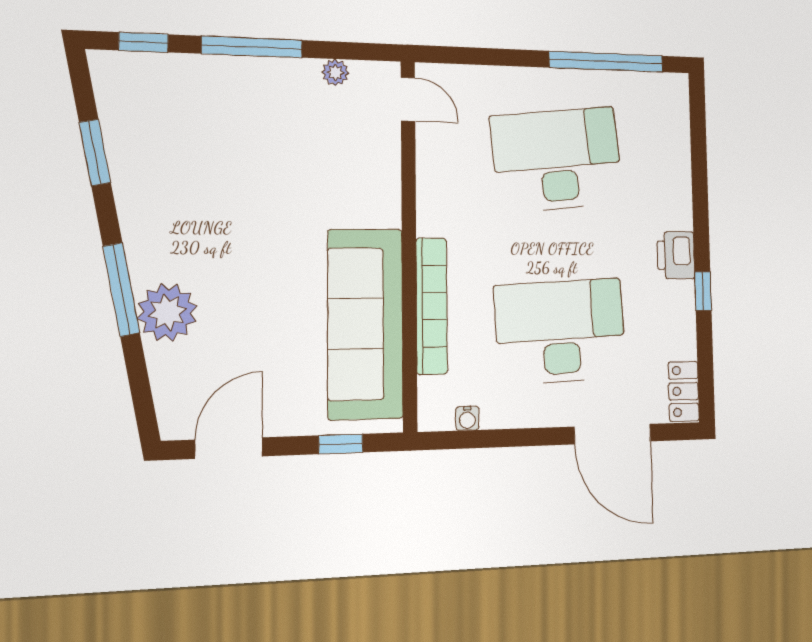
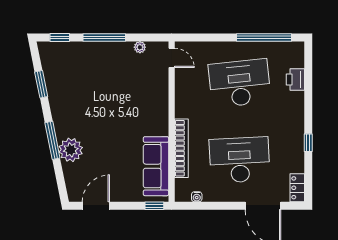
printer: (676, 255) -> (295, 79), moved
sofa: (365, 324) -> (156, 166), width x0.74, depth x0.79
window: (341, 444) -> (154, 206), moved

